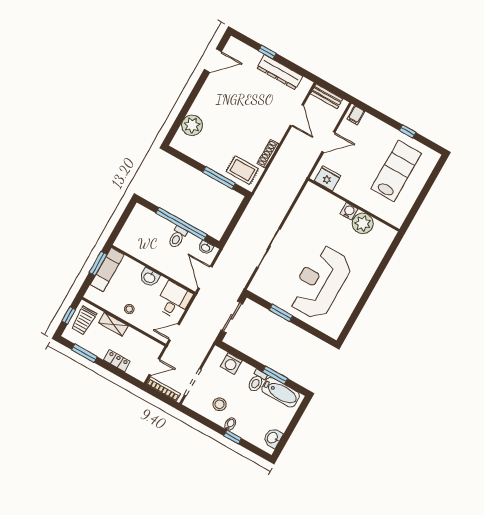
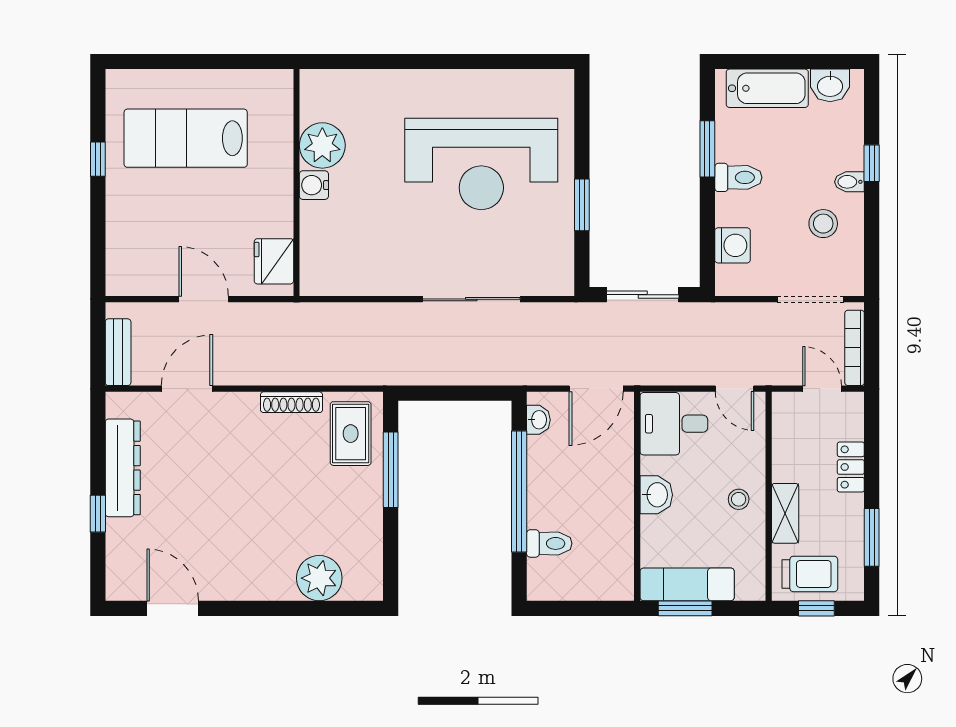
filing cabinet: (356, 115) -> (123, 276), removed
toilet: (177, 237) -> (549, 543), moved
bathtub: (281, 392) -> (767, 88), moved, turned 90

